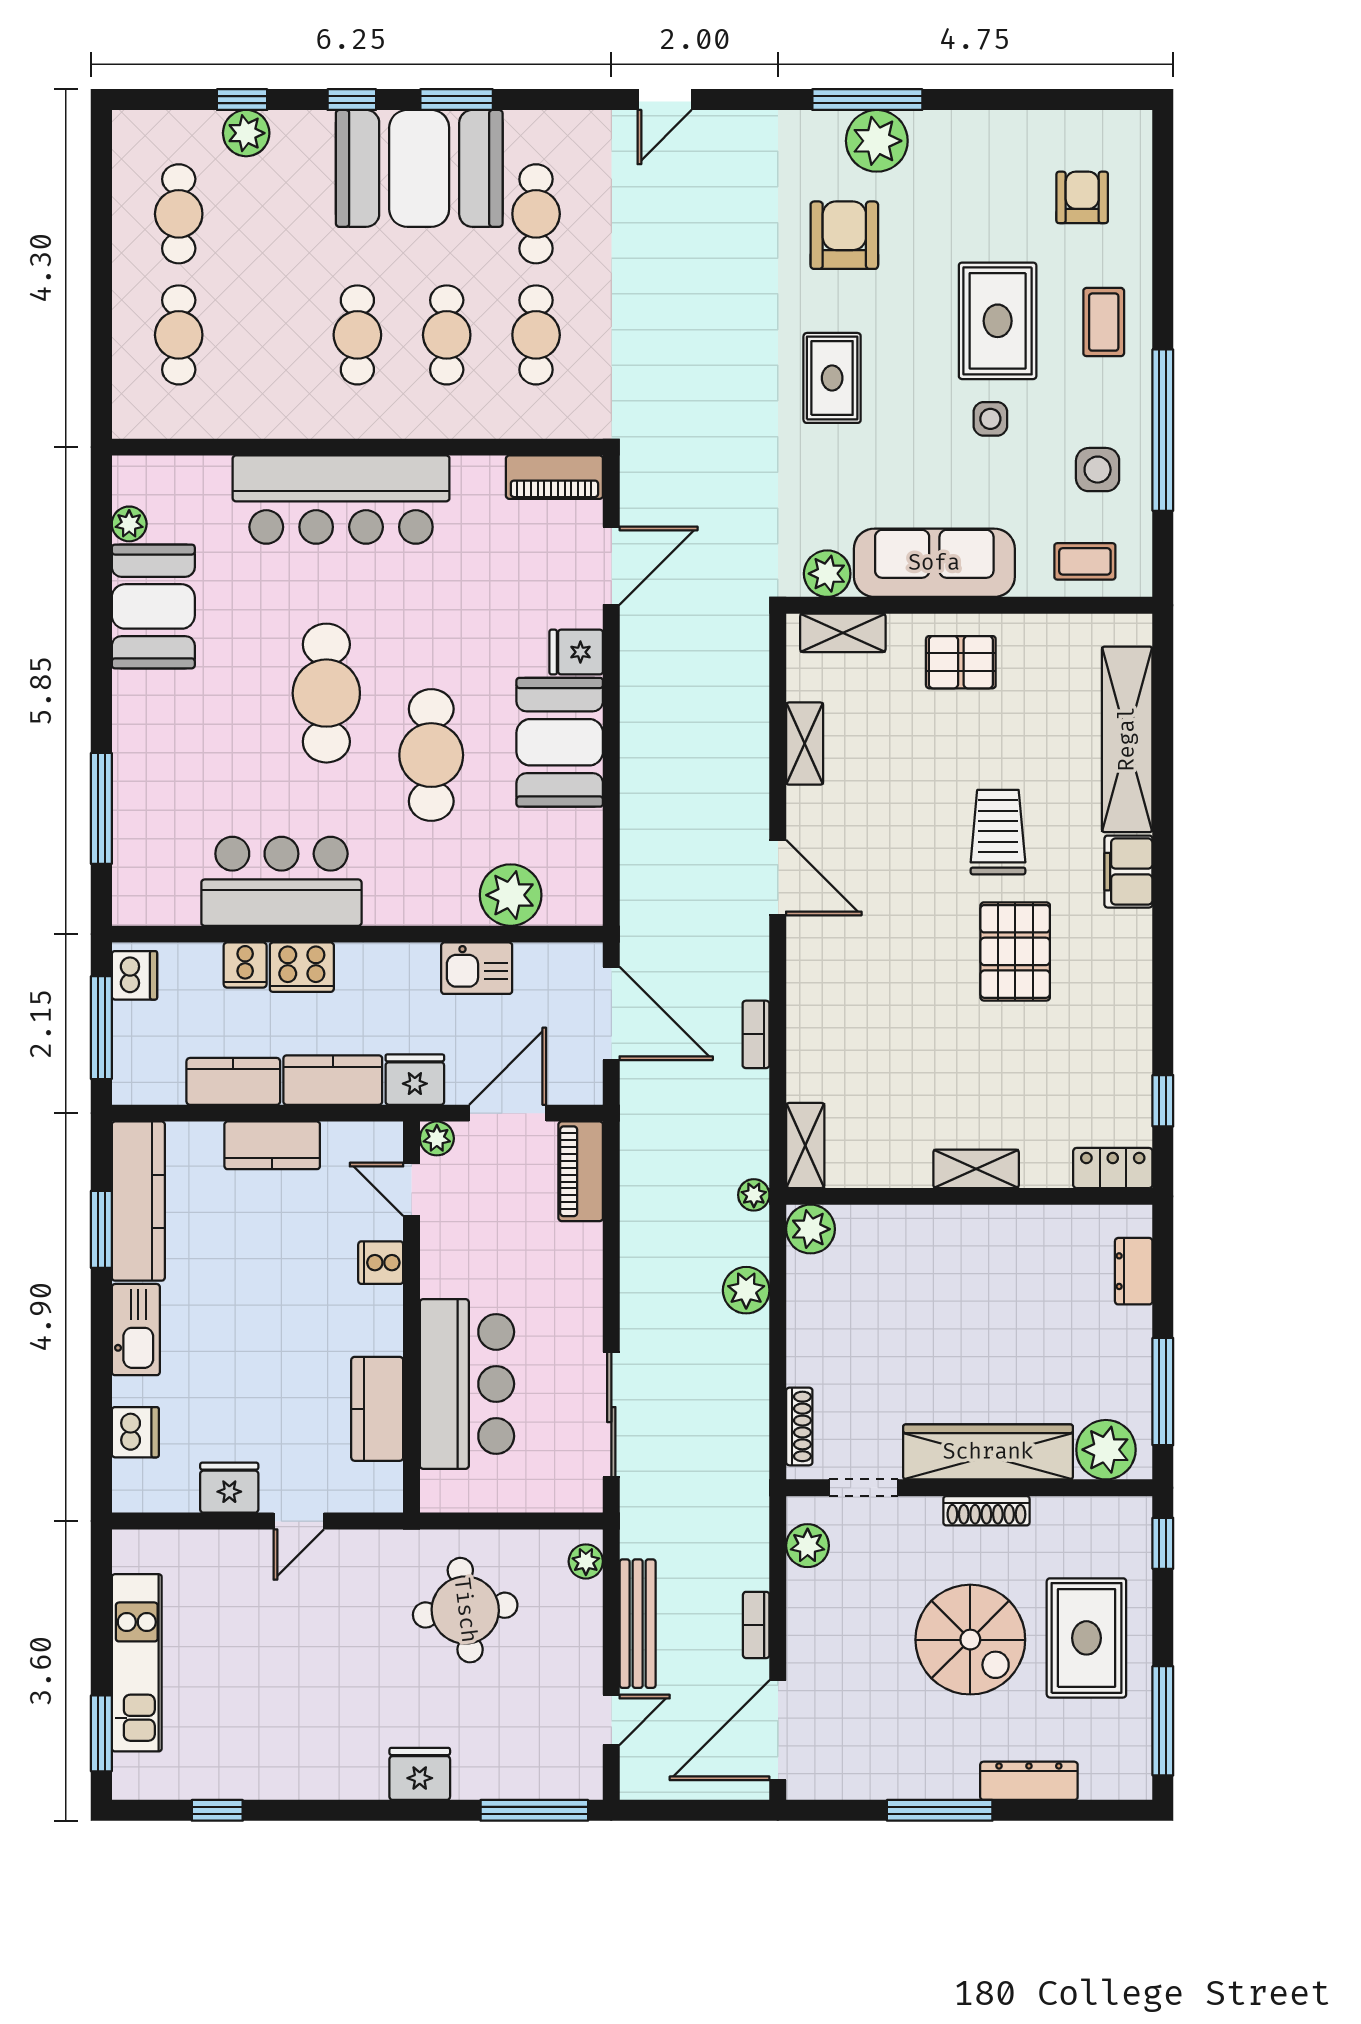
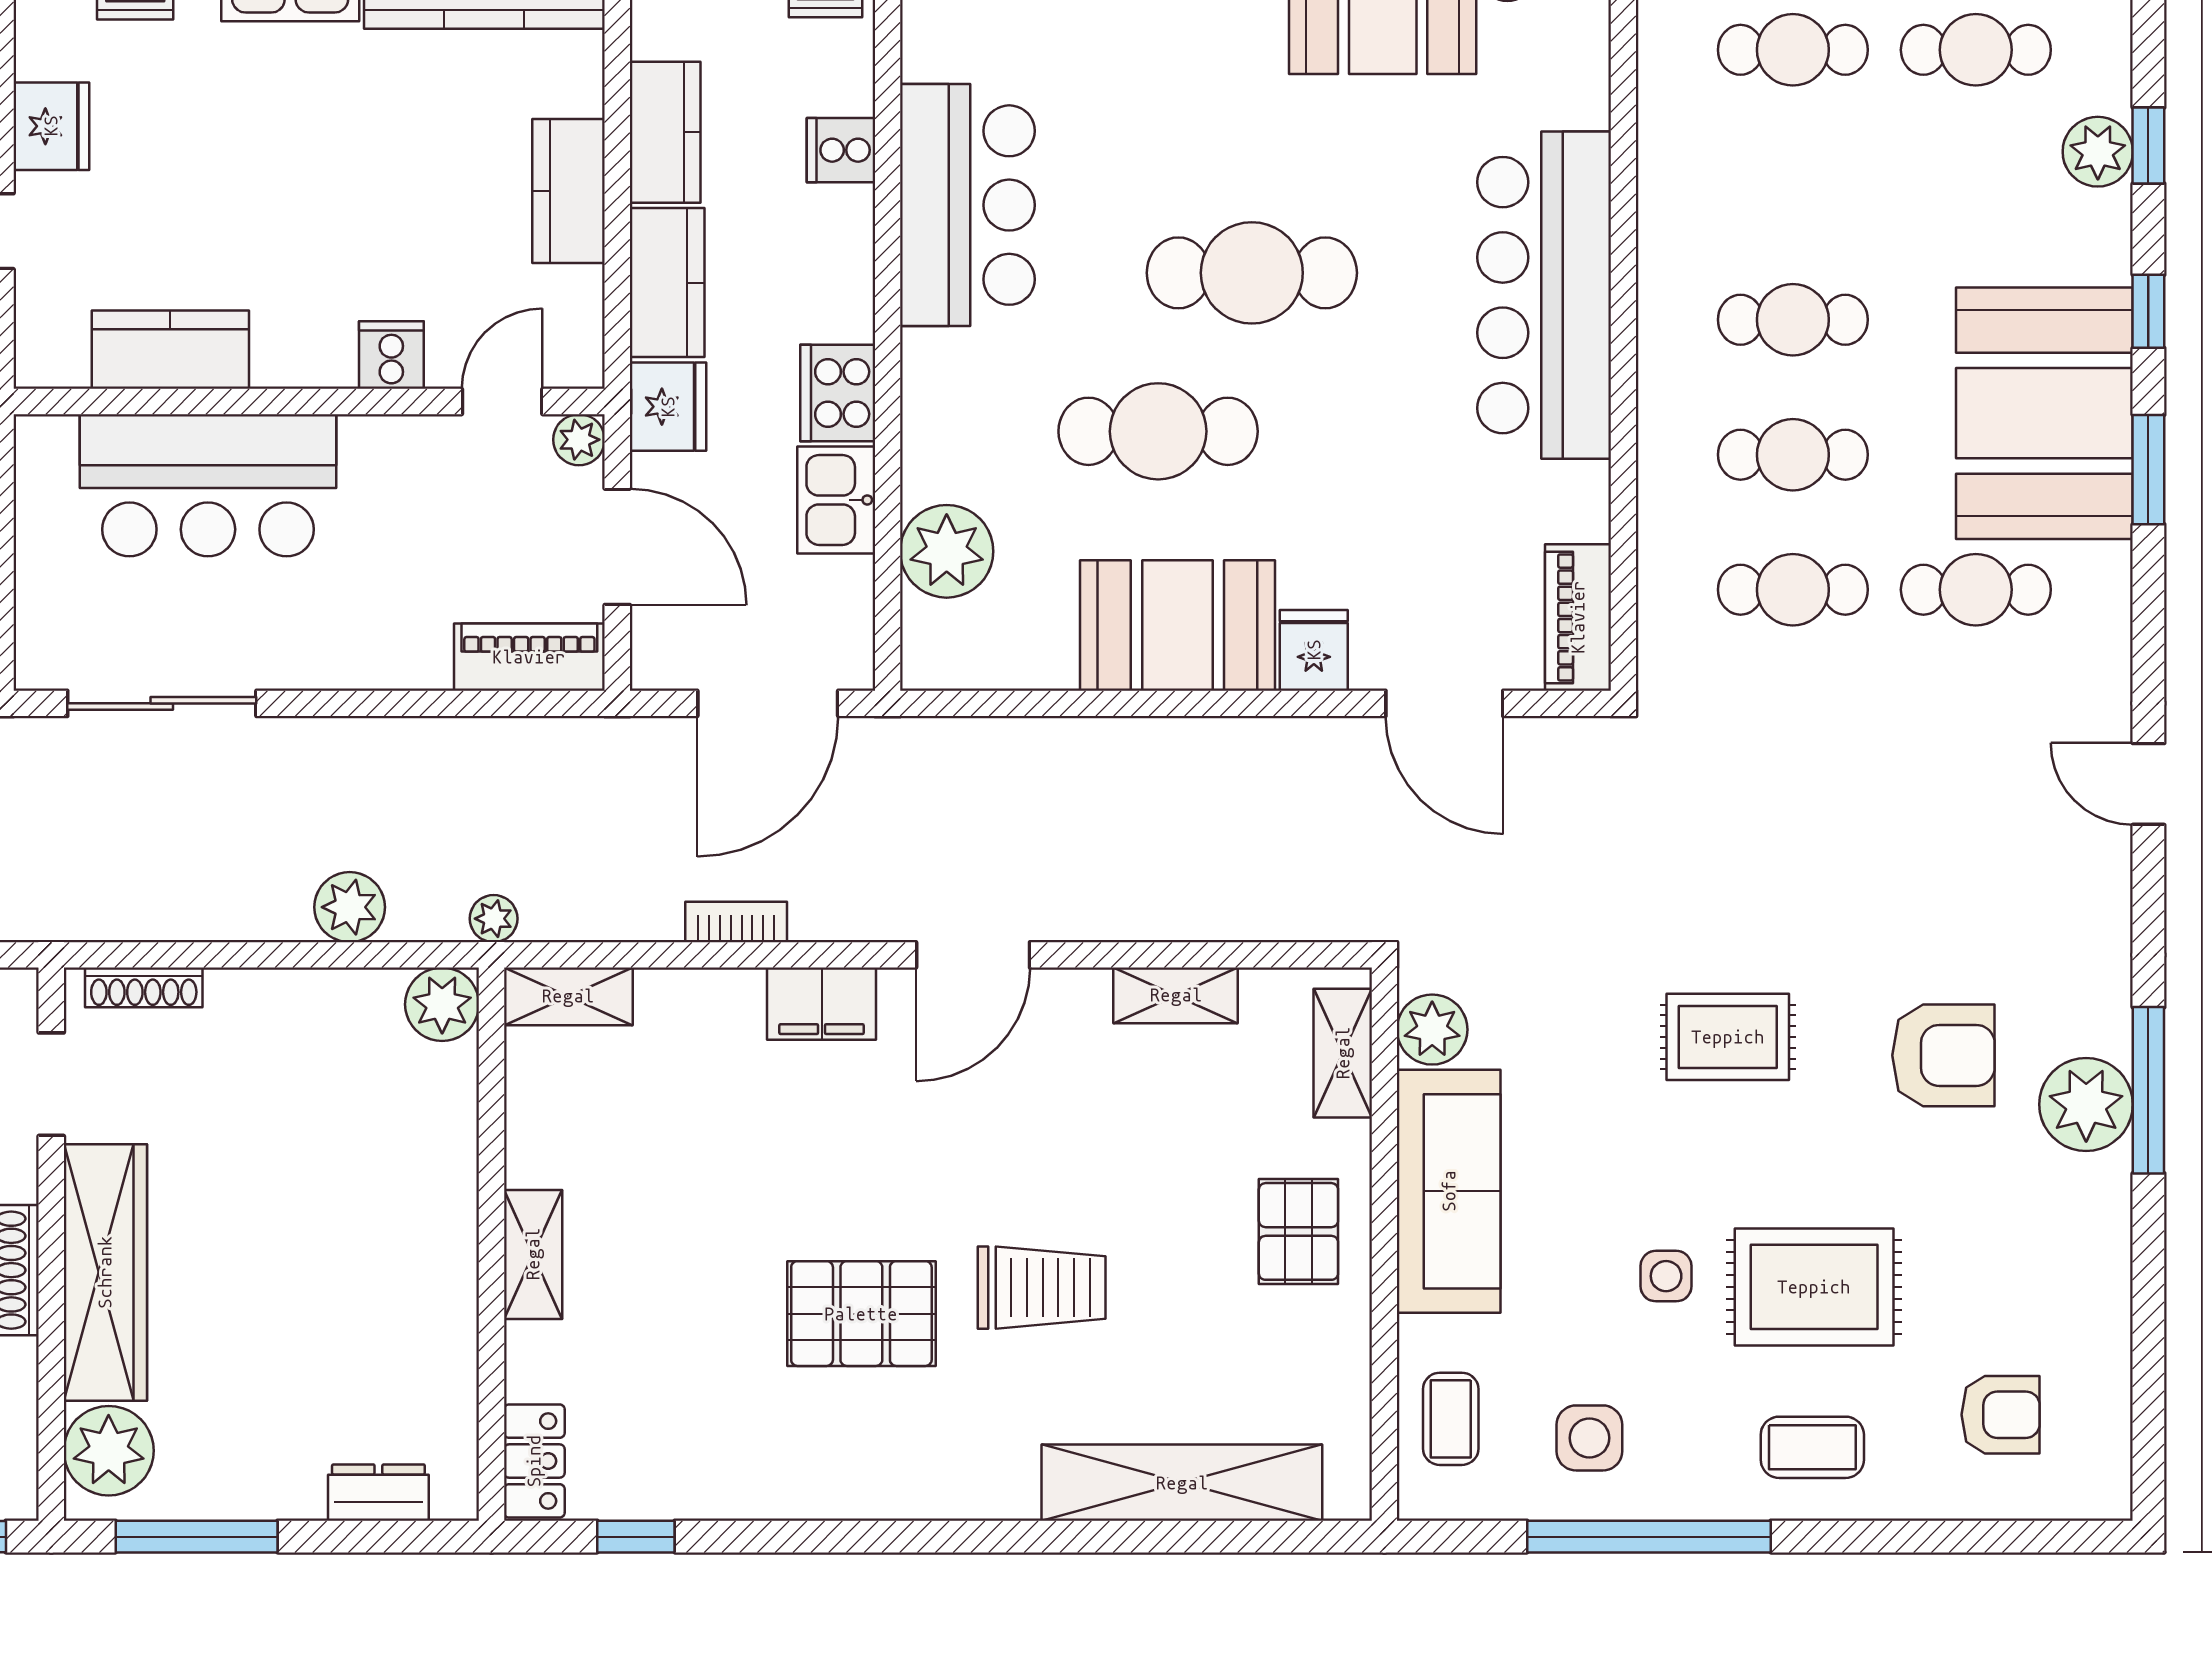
filing cabinet: (1128, 872) -> (822, 1004), moved, turned 180
cooker: (302, 967) -> (838, 393), moved

